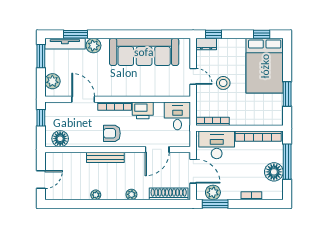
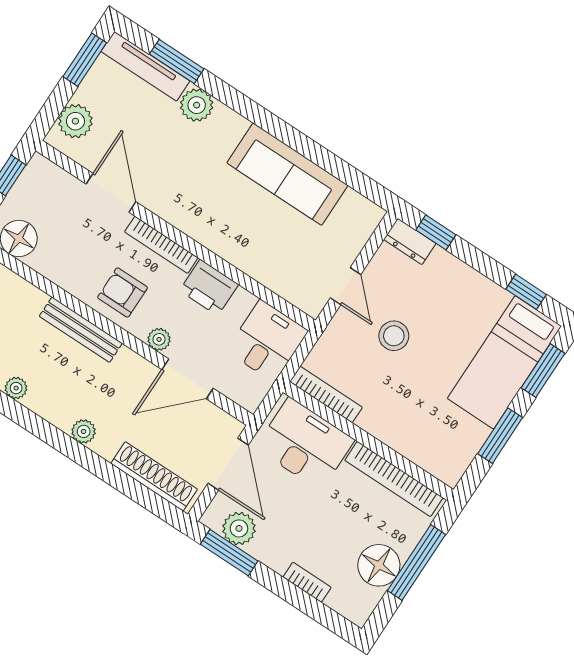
sofa: (144, 52) -> (287, 174), width x0.74, depth x0.79
window: (287, 59) -> (543, 371), added
bed: (265, 66) -> (504, 362), width x0.67
plant: (137, 142) -> (159, 339), added

